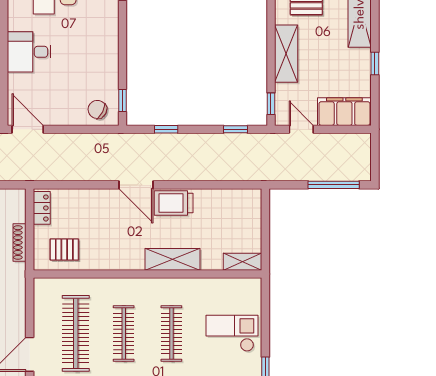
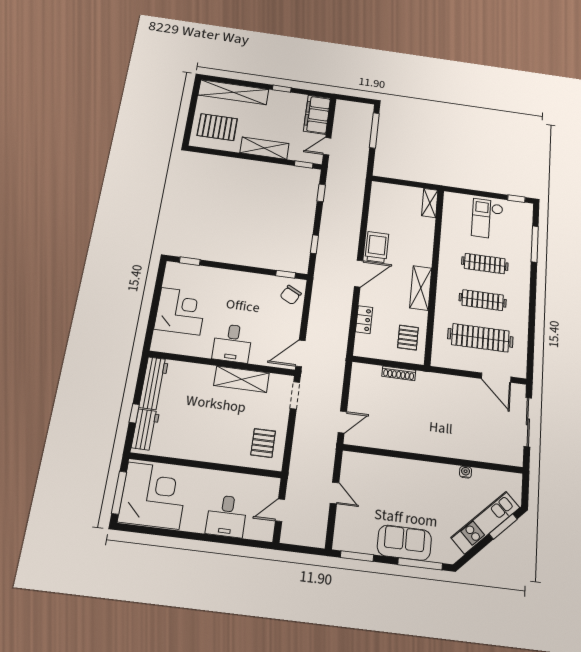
trolley: (174, 203) -> (377, 247), turned 180
locker: (42, 208) -> (364, 320), moved, turned 90
shelving: (172, 259) -> (421, 288), moved

